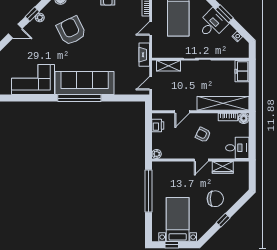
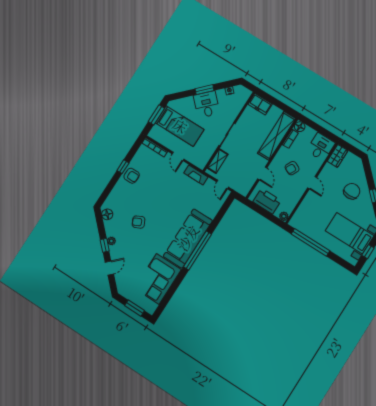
armchair: (71, 31) -> (139, 222), width x0.53, depth x0.53
printer: (158, 126) -> (267, 201), width x1.87, depth x1.48
wardrobe: (223, 167) -> (338, 156), moved

